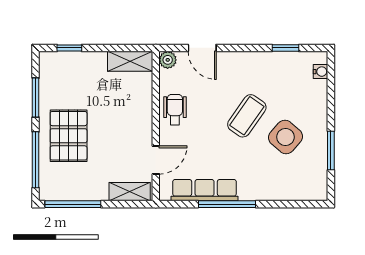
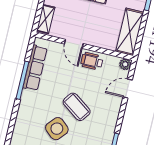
shelving: (130, 61) -> (130, 32), width x1.50, depth x1.33
wheelchair: (175, 110) -> (92, 61), turned 180
door: (156, 160) -> (74, 44), moved

